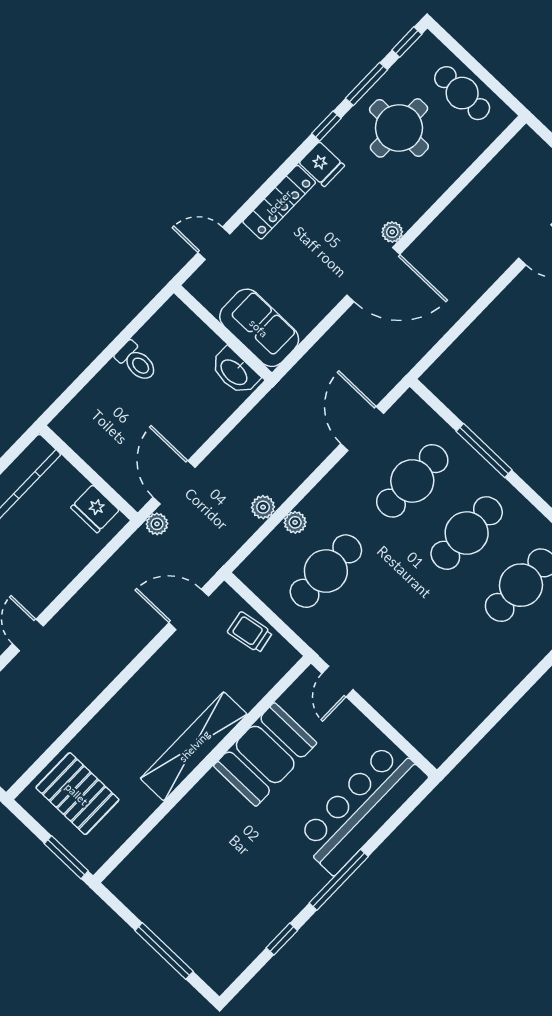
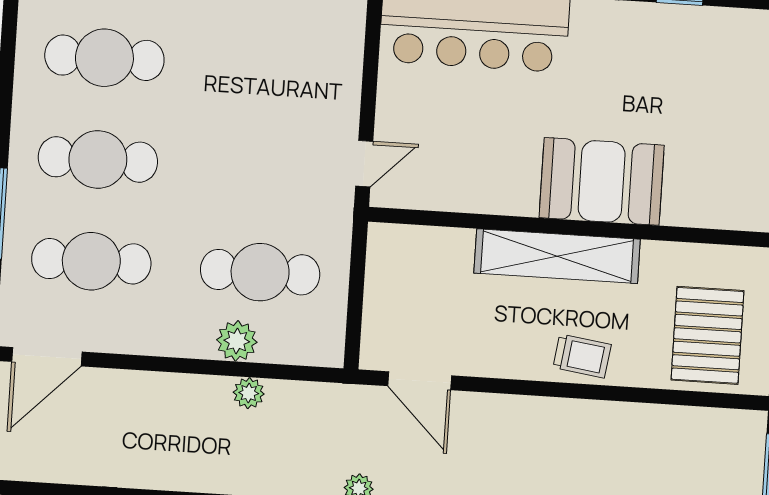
door: (362, 429) -> (47, 357), moved
plant: (295, 522) -> (237, 341), width x1.38, depth x1.38
trolley: (250, 632) -> (582, 356), moved, turned -72
booth: (265, 754) -> (602, 181), moved

